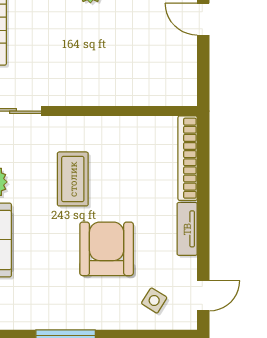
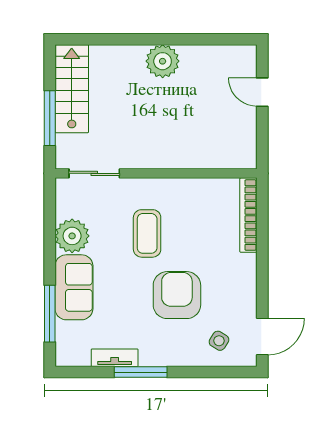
tv unit: (187, 229) -> (115, 358), moved, turned 90
door: (203, 296) -> (262, 337), width x1.38

